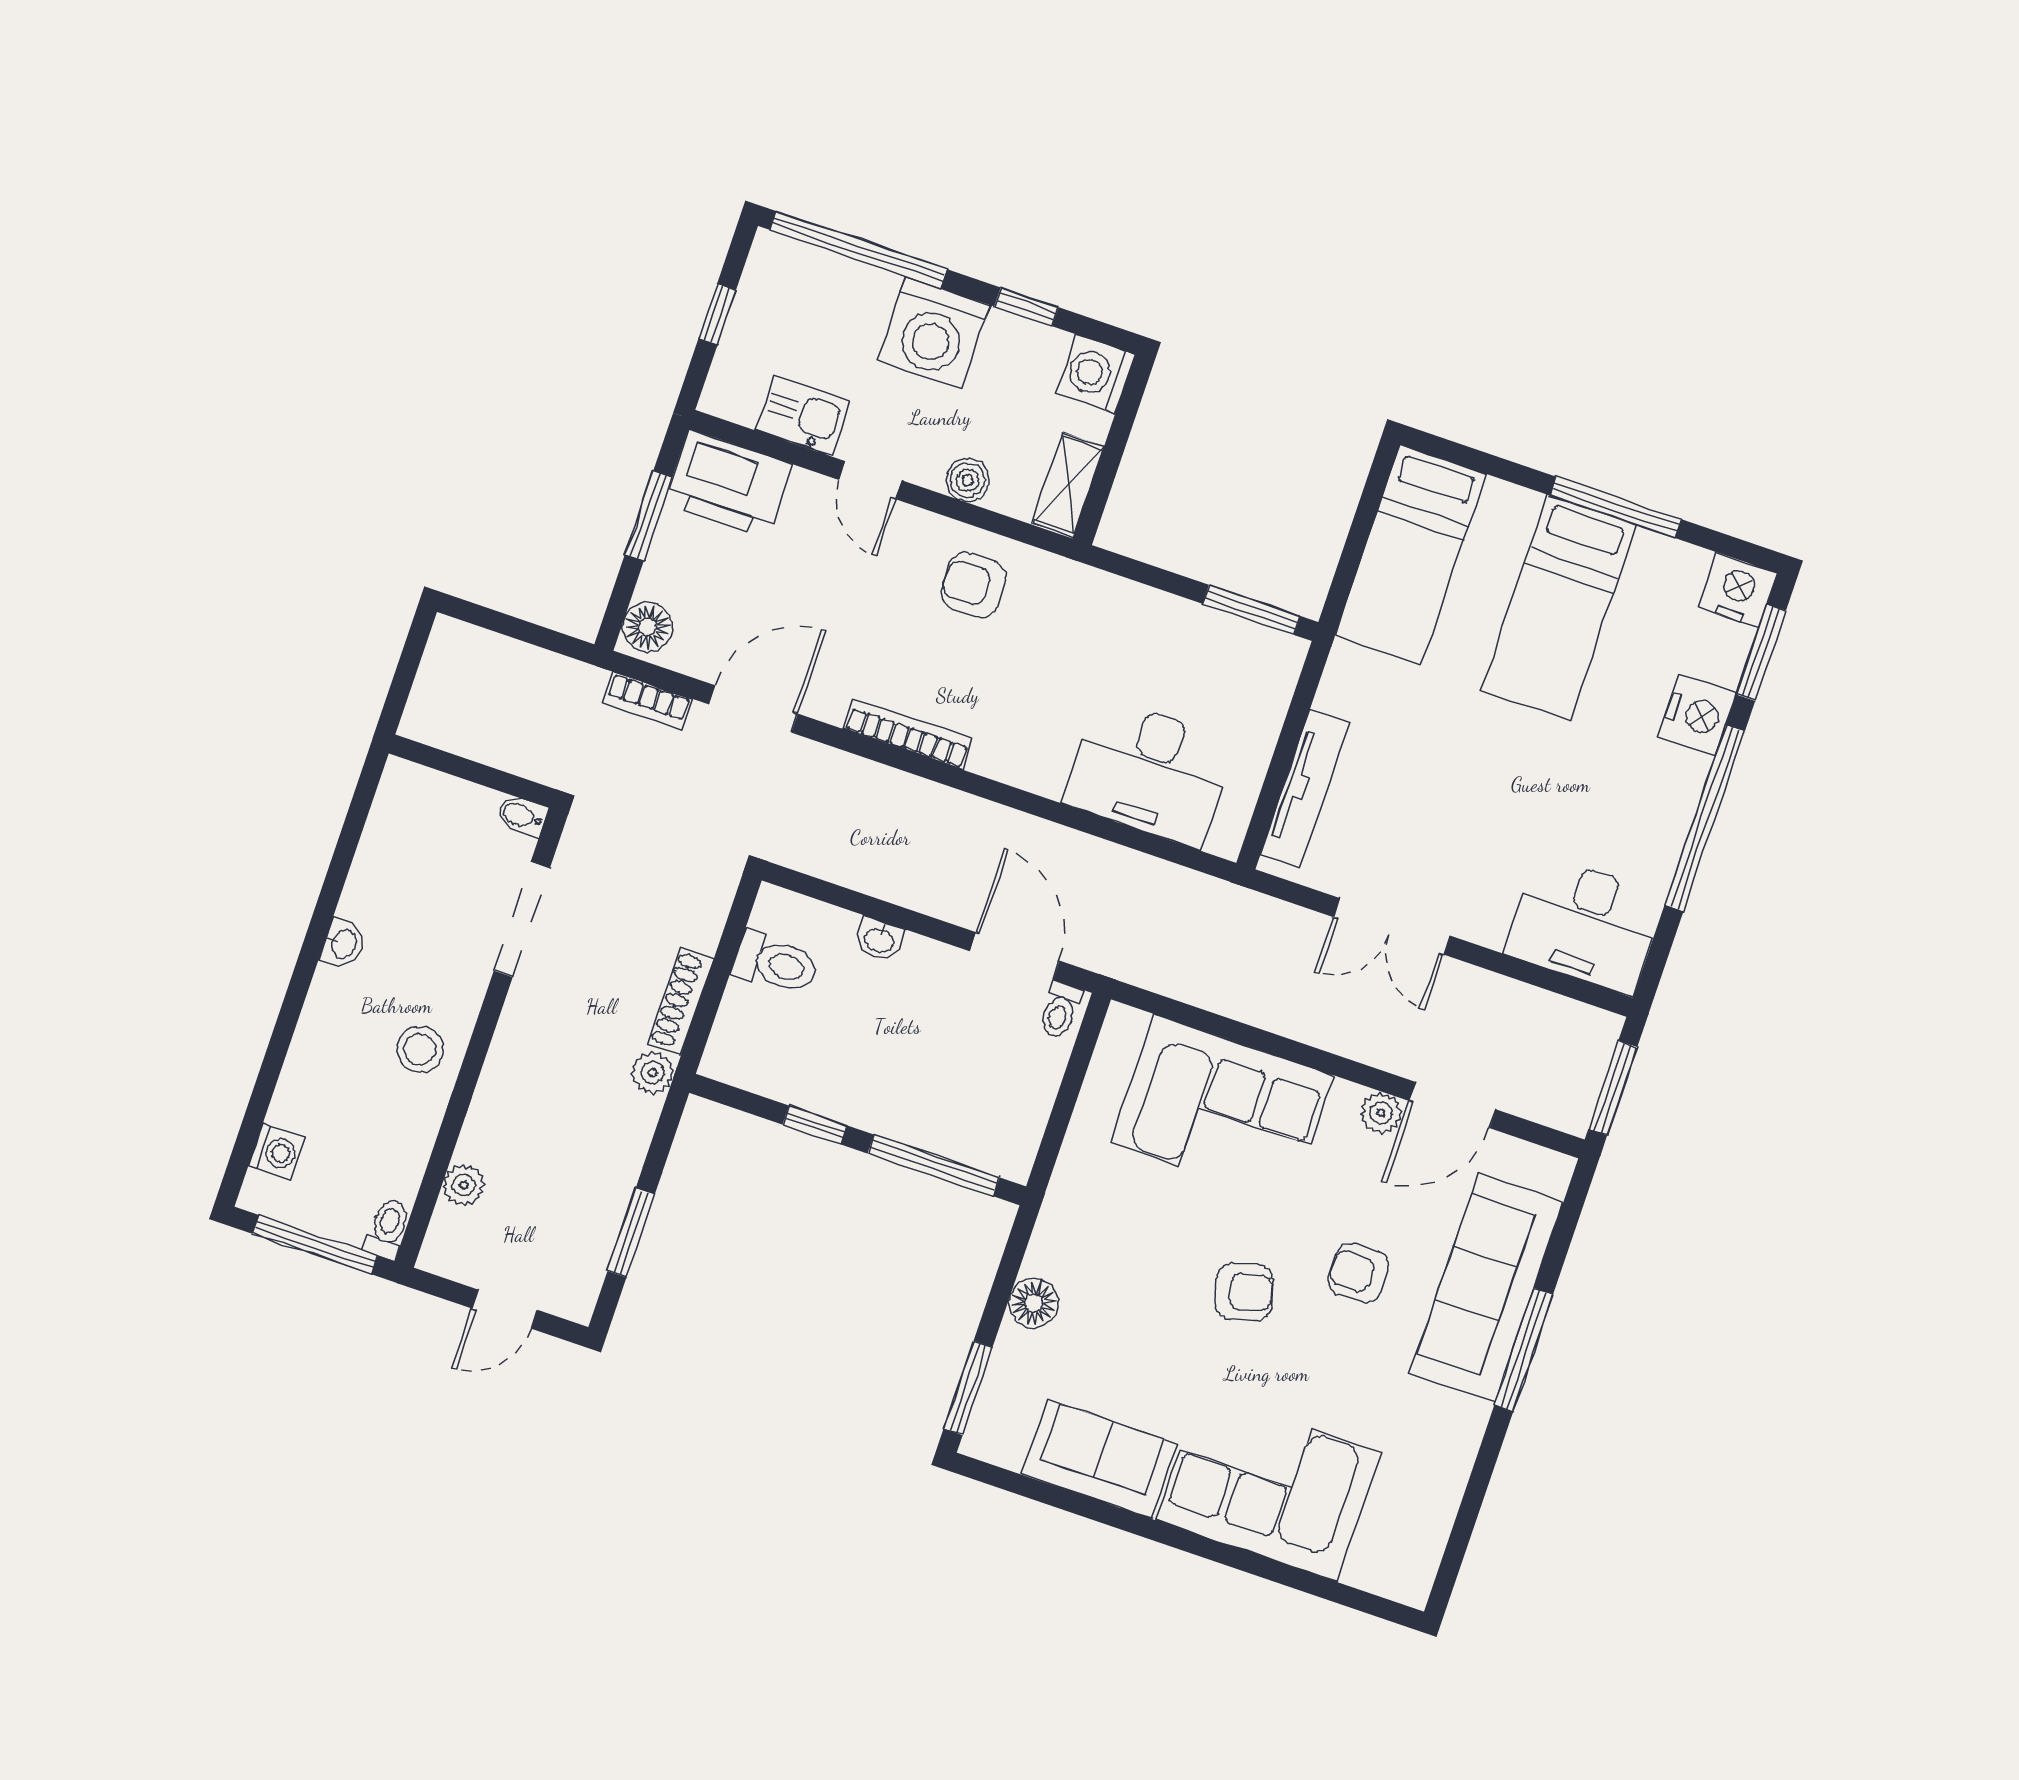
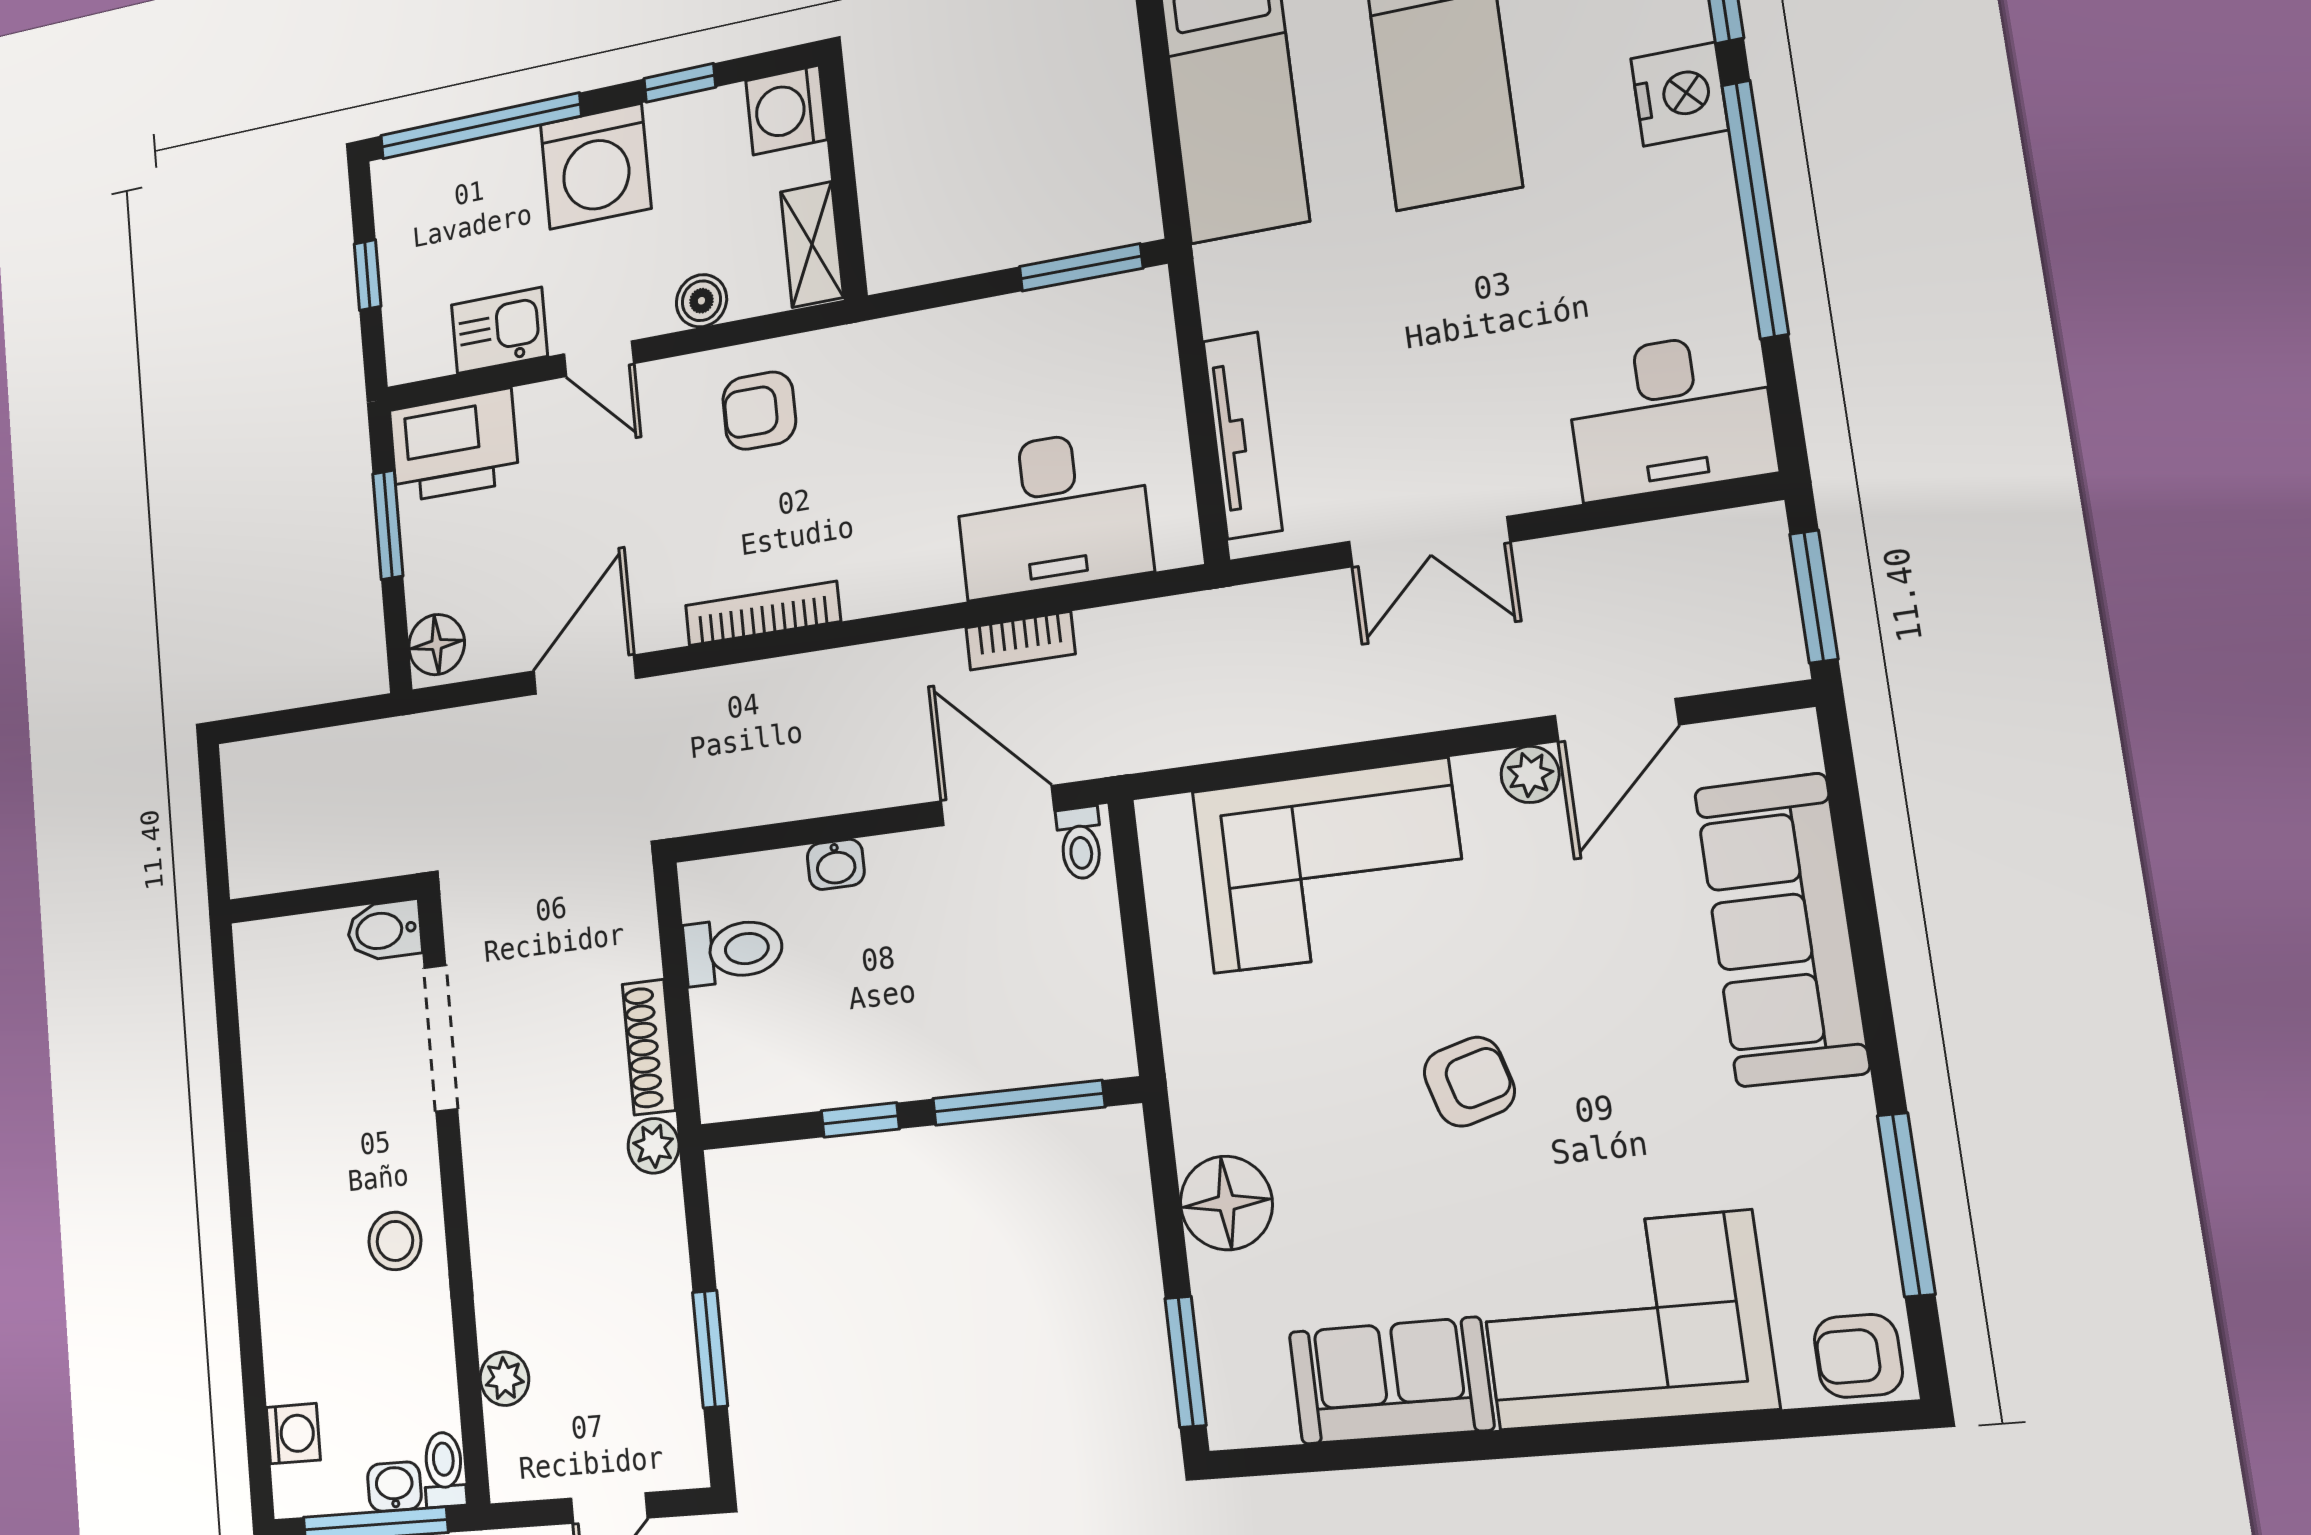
bookcase: (647, 701) -> (1020, 641), moved
bidet: (522, 816) -> (384, 930), width x1.38, depth x1.36
washbasin: (343, 944) -> (394, 1487), moved, turned -90
armchair: (1358, 1273) -> (1858, 1356), moved
floor lamp: (1034, 1303) -> (1226, 1203), width x1.38, depth x1.38
window: (1524, 1350) -> (1906, 1205), moved

